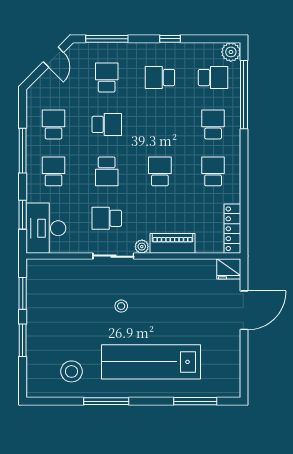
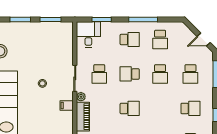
school desk: (107, 78) -> (190, 74), turned 90
school desk: (160, 78) -> (190, 108), turned 90
school desk: (53, 124) -> (160, 40), turned 90
school desk: (107, 218) -> (99, 74), turned 180
desk: (46, 228) -> (88, 35), width x0.73
filing cabinet: (155, 269) -> (67, 105), added

